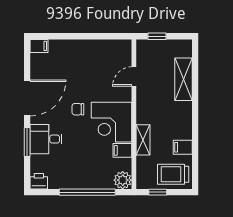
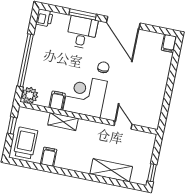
window: (157, 36) -> (152, 173), moved

